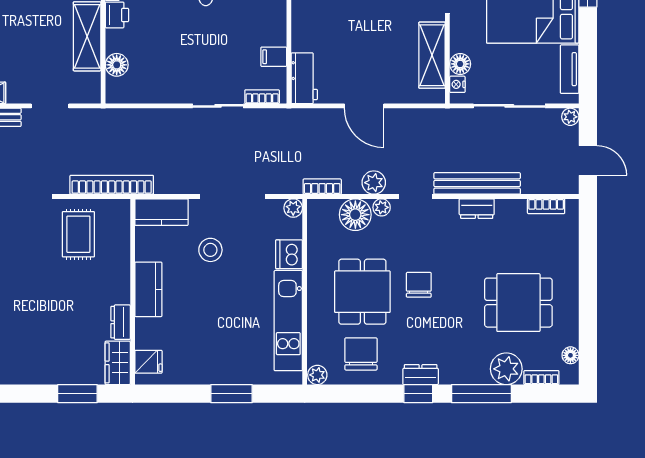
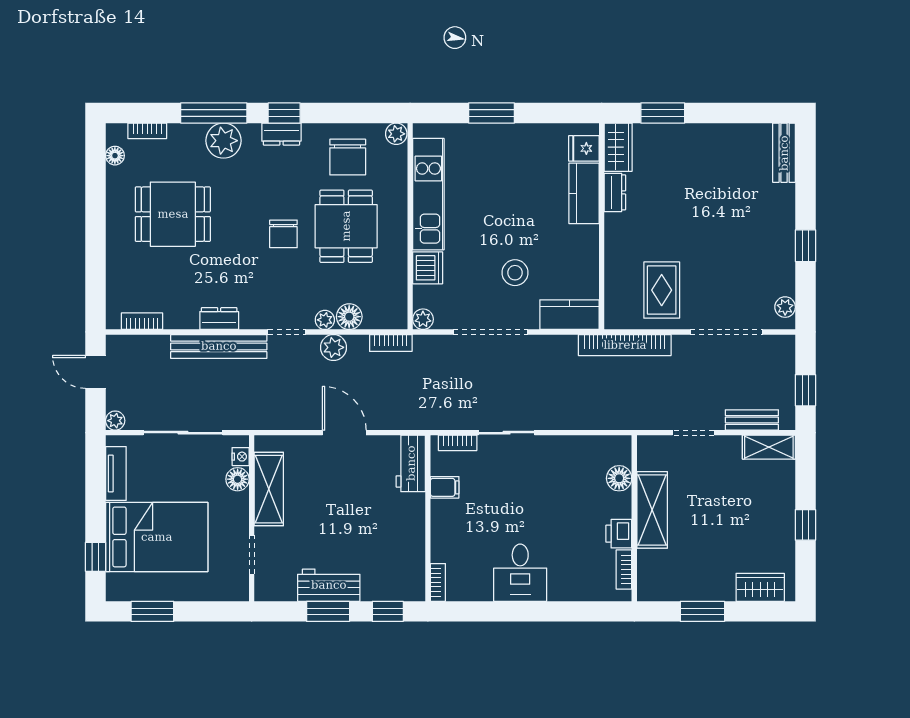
floor lamp: (355, 215) -> (349, 317), width x0.73, depth x0.73
kitchen counter: (148, 289) -> (584, 193), moved
plant: (506, 369) -> (224, 141), moved

